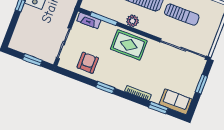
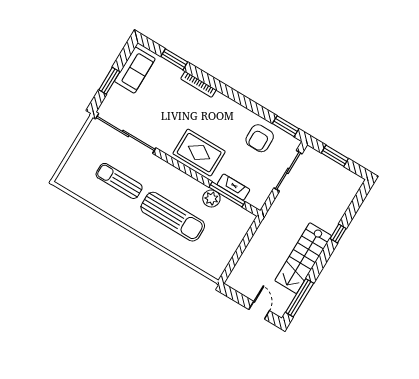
fireplace: (89, 21) -> (233, 187), moved
plant: (132, 21) -> (211, 198), moved
window: (105, 88) -> (286, 126), moved
sofa: (176, 102) -> (135, 70), moved, turned -90

